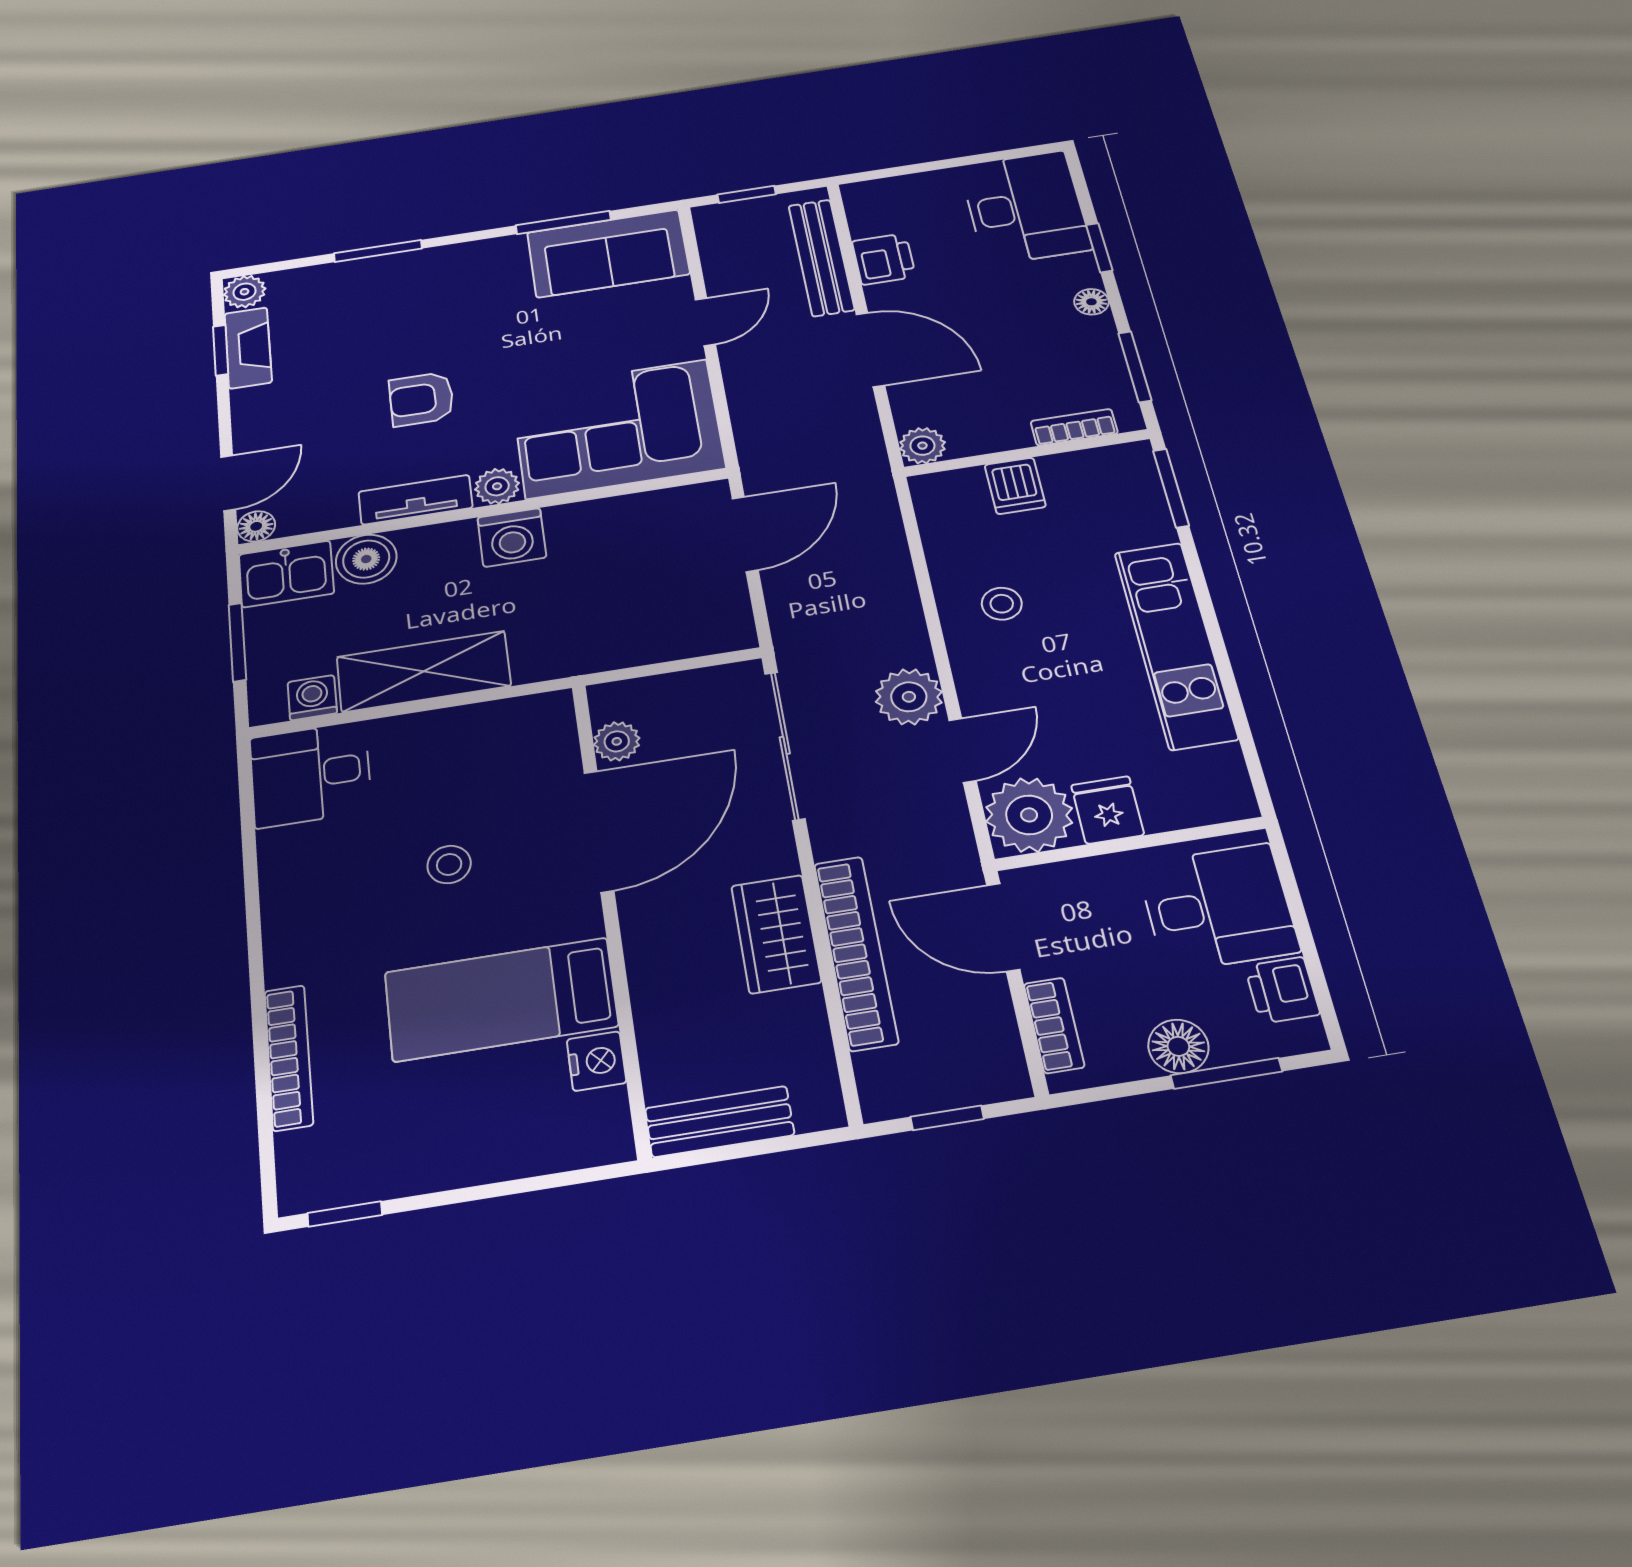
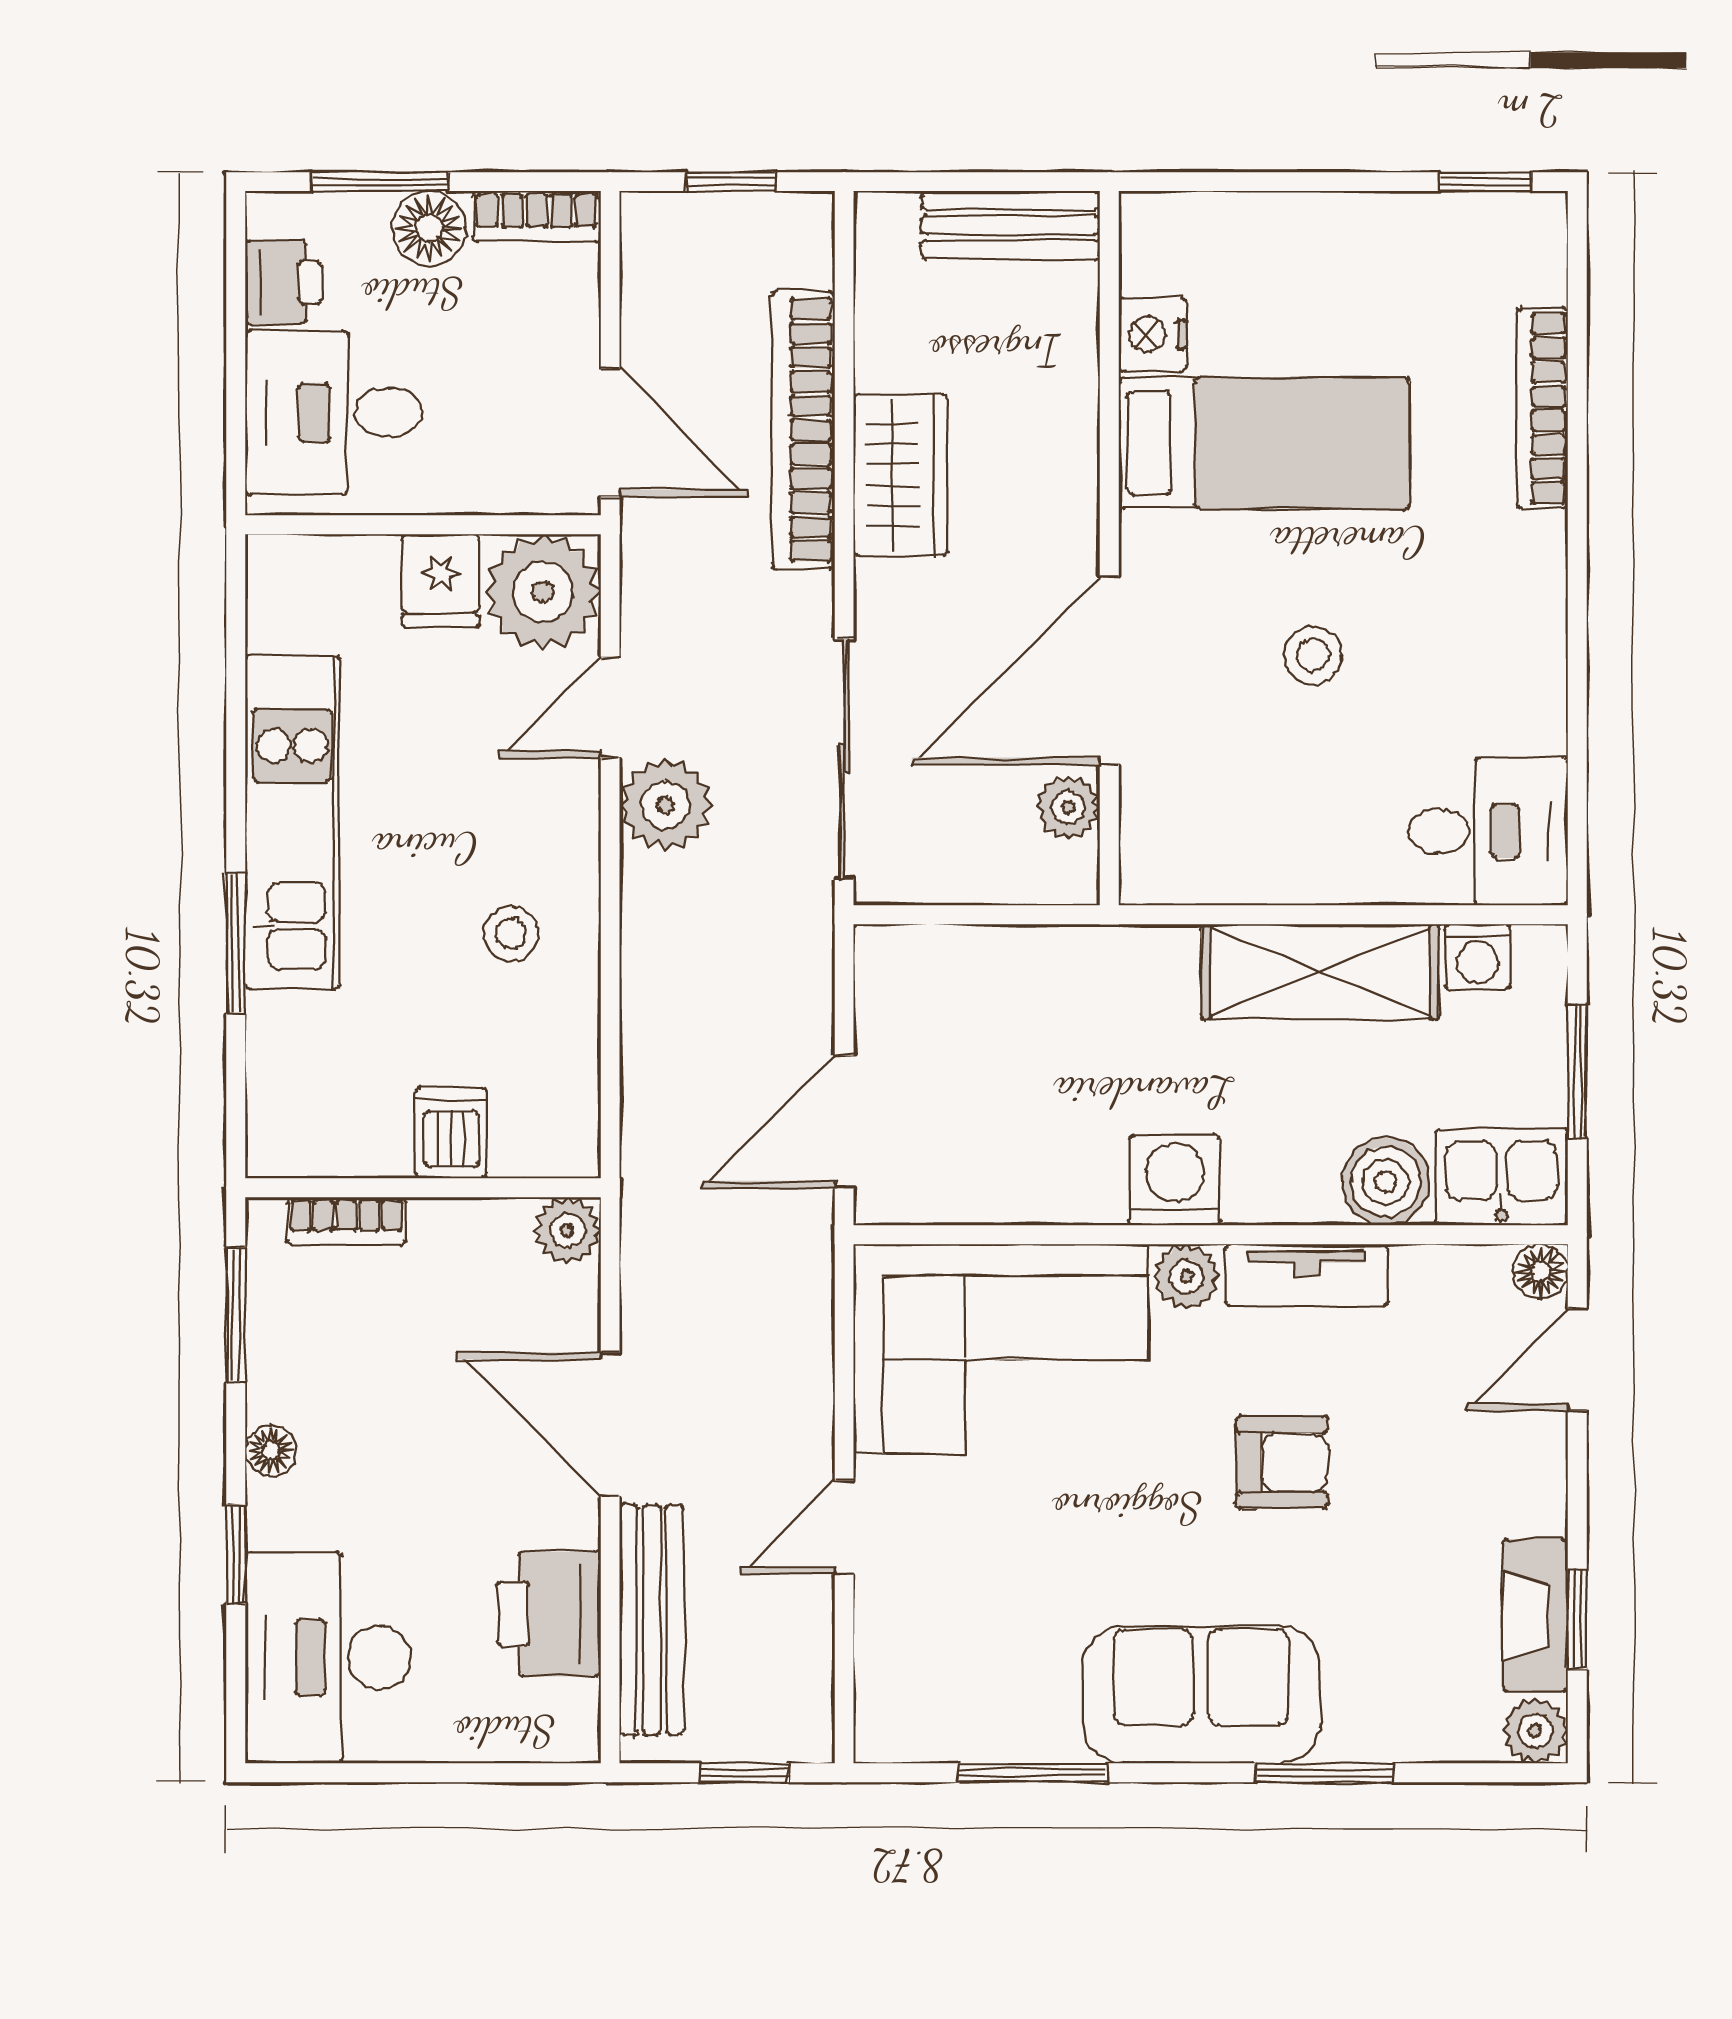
sofa: (608, 253) -> (1201, 1695), moved
printer: (884, 259) -> (549, 1614), width x1.36, depth x1.24
window: (1171, 488) -> (236, 943), moved
bookcase: (1054, 1025) -> (537, 217), moved, turned -90

